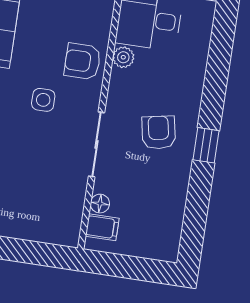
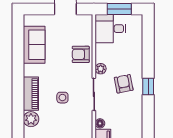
plant: (123, 57) -> (101, 69), moved
side table: (43, 100) -> (62, 98), moved

